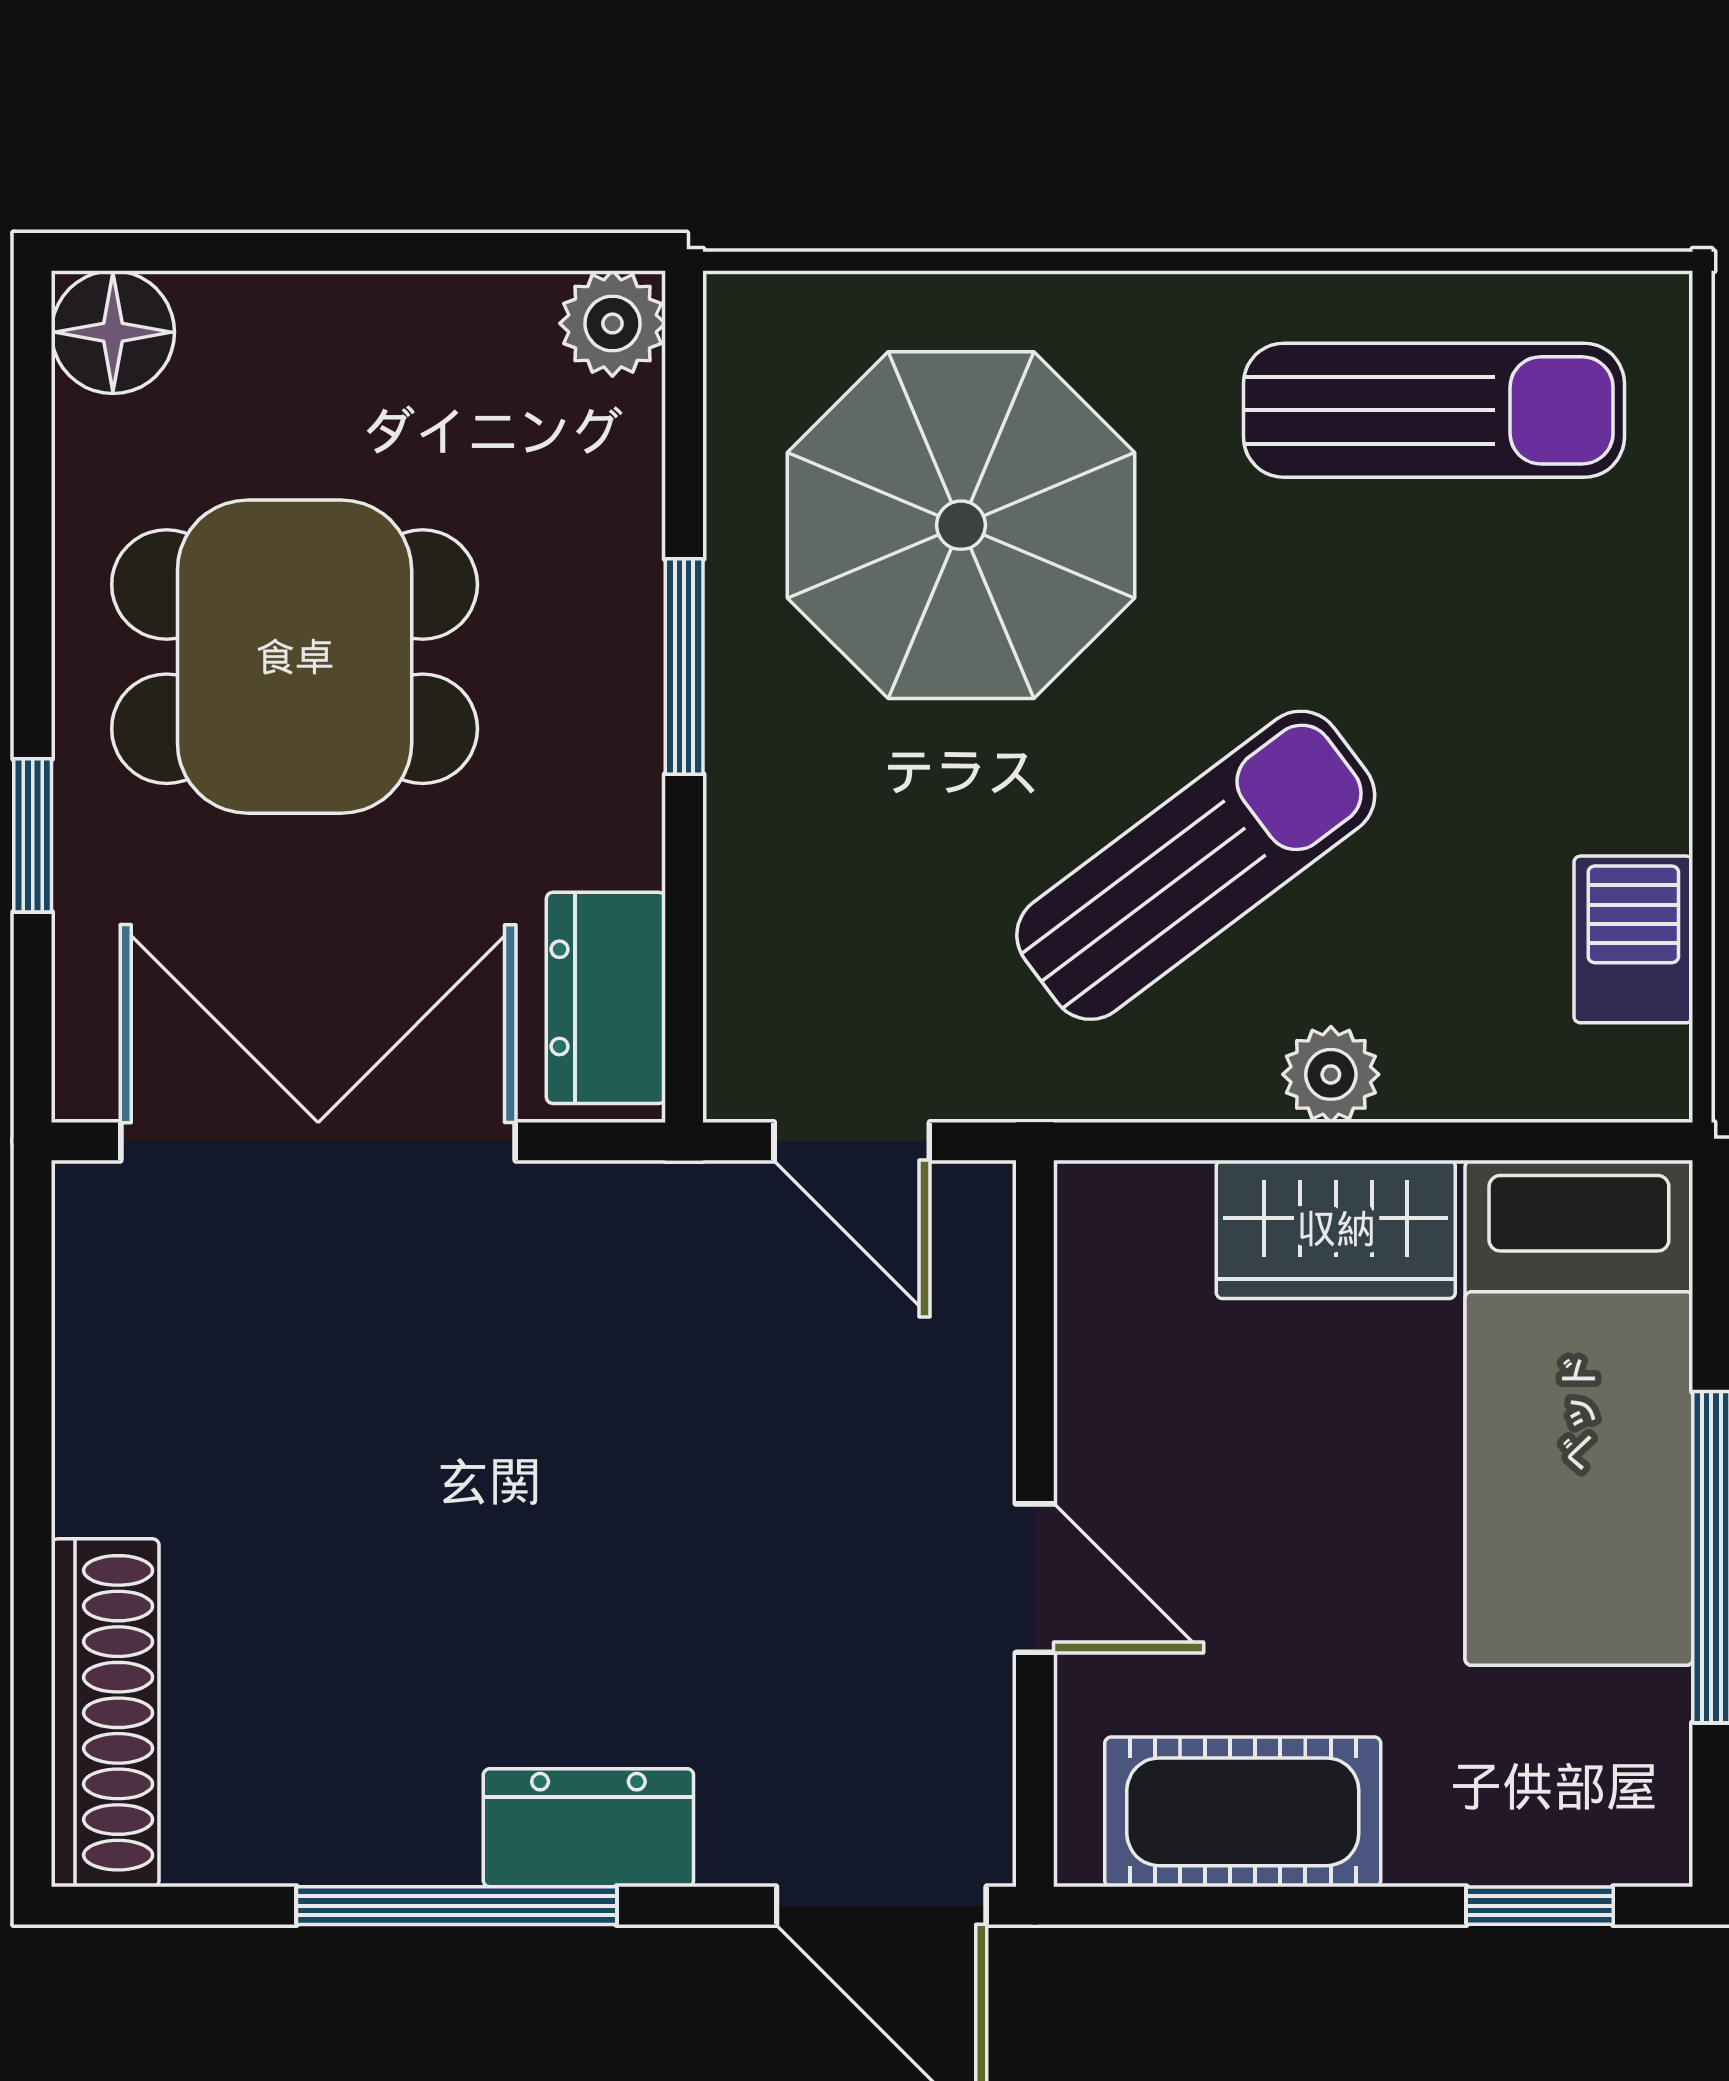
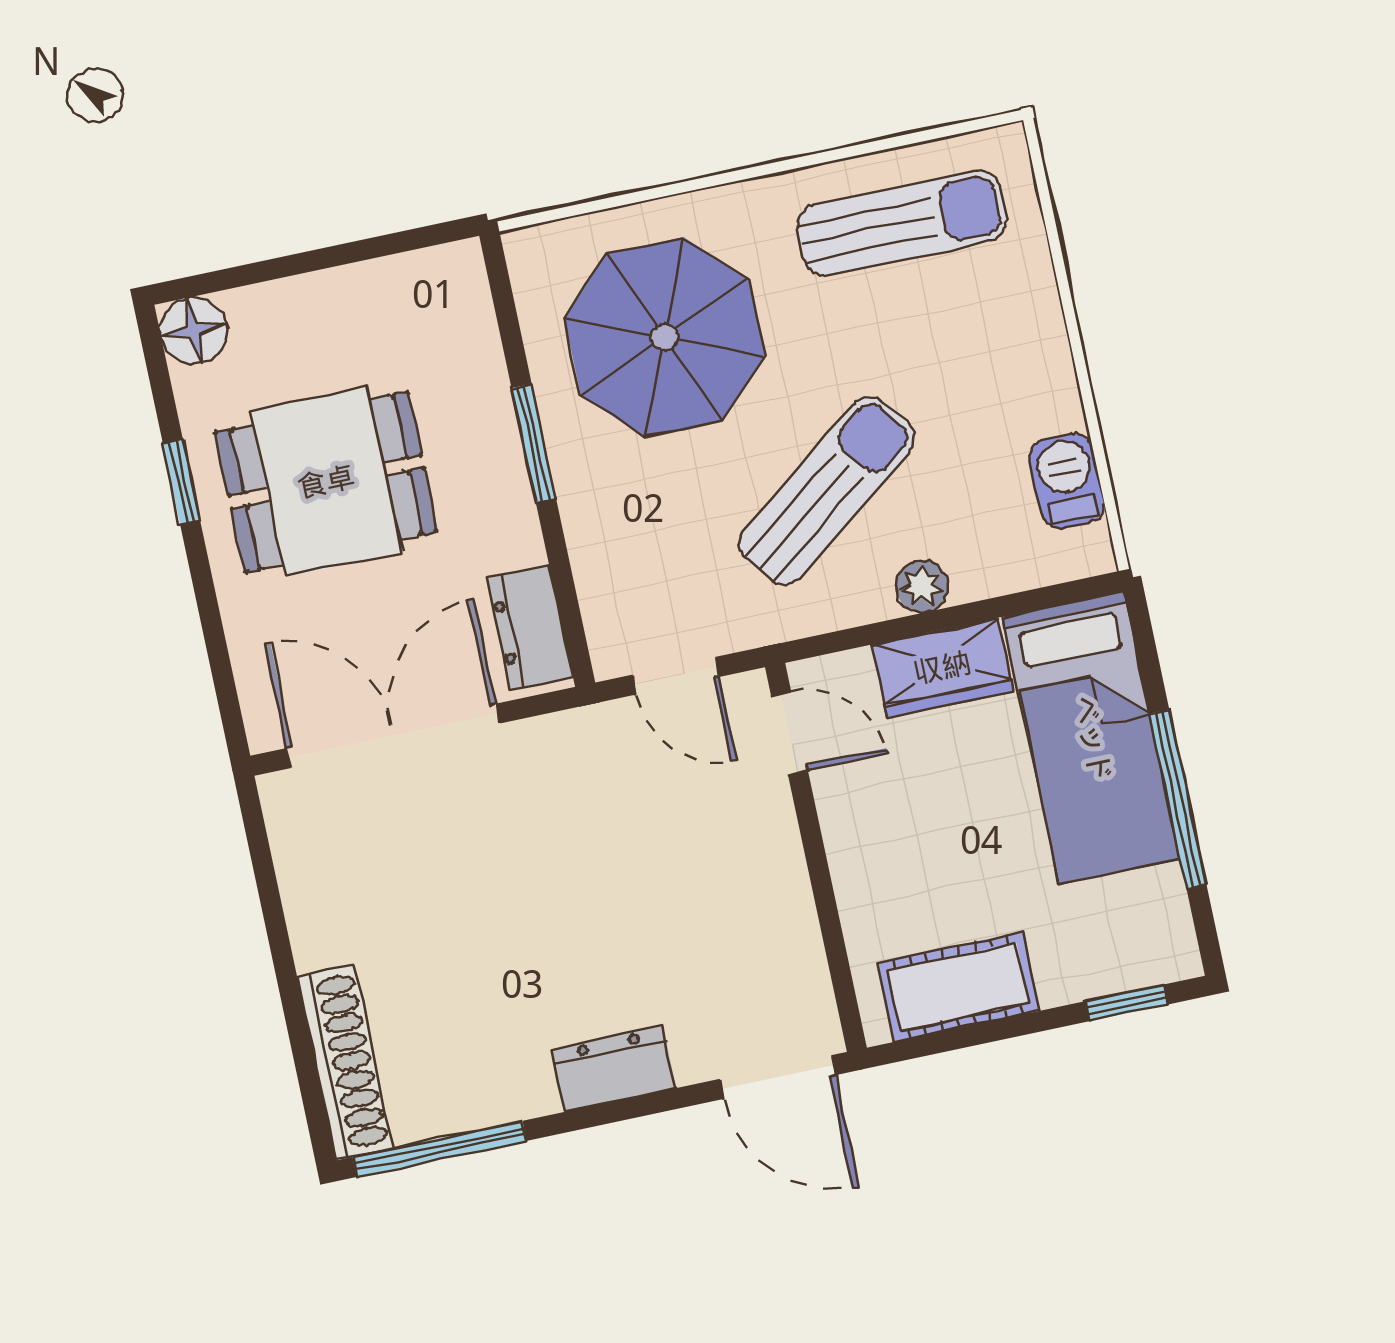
plant: (612, 323) -> (457, 270), removed
window: (33, 835) -> (181, 481), moved
door: (1035, 1578) -> (790, 733), moved
window: (457, 1906) -> (440, 1149), moved

